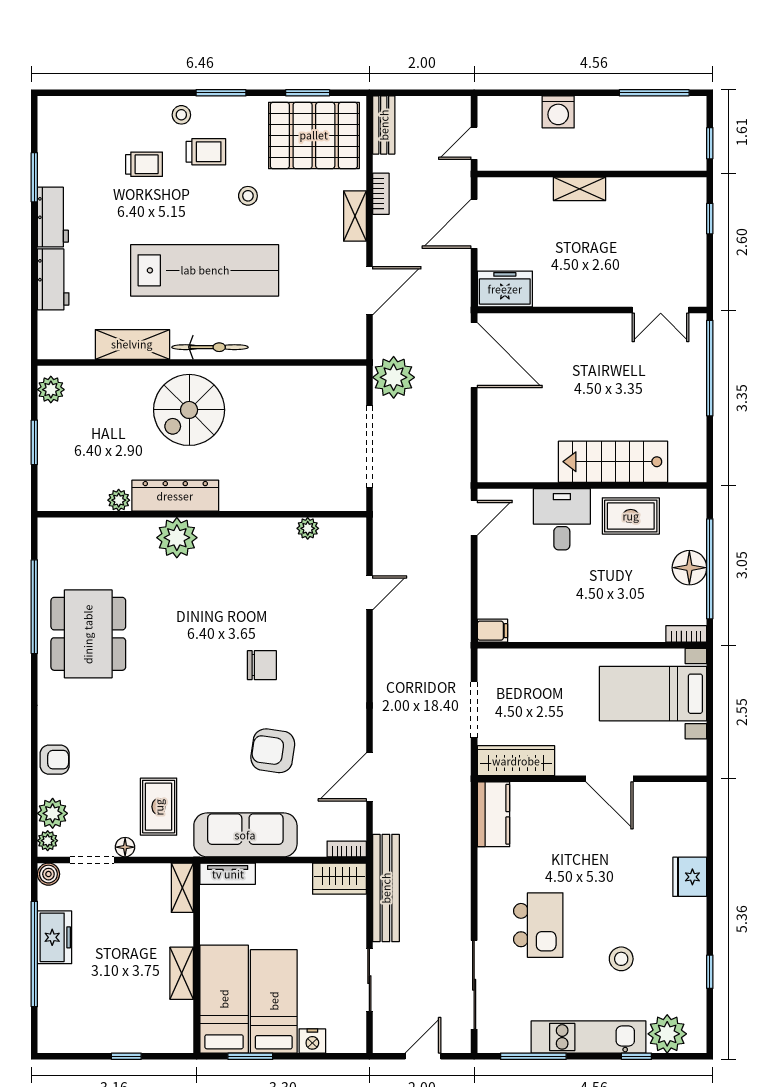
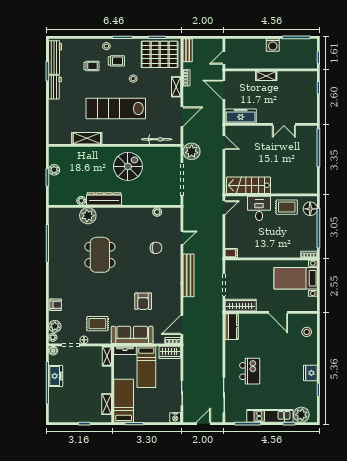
washing machine: (558, 112) -> (273, 45), moved
door: (474, 224) -> (224, 90), hinge flipped
lab bench: (205, 270) -> (116, 109), turned 180
workbench: (53, 279) -> (55, 57), moved, width x1.38
freezer: (505, 289) -> (241, 116), width x1.40
double door: (661, 310) -> (284, 124), moved
bicycle: (210, 347) -> (157, 139), moved
door: (474, 355) -> (224, 143), width x0.53
plant: (51, 390) -> (54, 170), moved
spiral stairs: (189, 410) -> (128, 166), moved, turned 180
stairs: (613, 462) -> (248, 185), moved
plant: (177, 538) -> (88, 216), moved
floor lamp: (689, 568) -> (310, 209), moved
dining table: (88, 634) -> (100, 255), moved
chair: (262, 665) -> (156, 248), moved
armchair: (273, 751) -> (143, 301), turned -98
door: (369, 777) -> (182, 325), moved
rug: (159, 807) -> (97, 324), turned 90
fridge: (690, 877) -> (310, 373), moved
bench: (386, 888) -> (189, 275), moved
stool: (621, 959) -> (307, 332), moved
shelving: (182, 973) -> (107, 404), moved
bed: (274, 1001) -> (146, 367), moved, turned 180
nightstand: (312, 1041) -> (175, 418), moved

